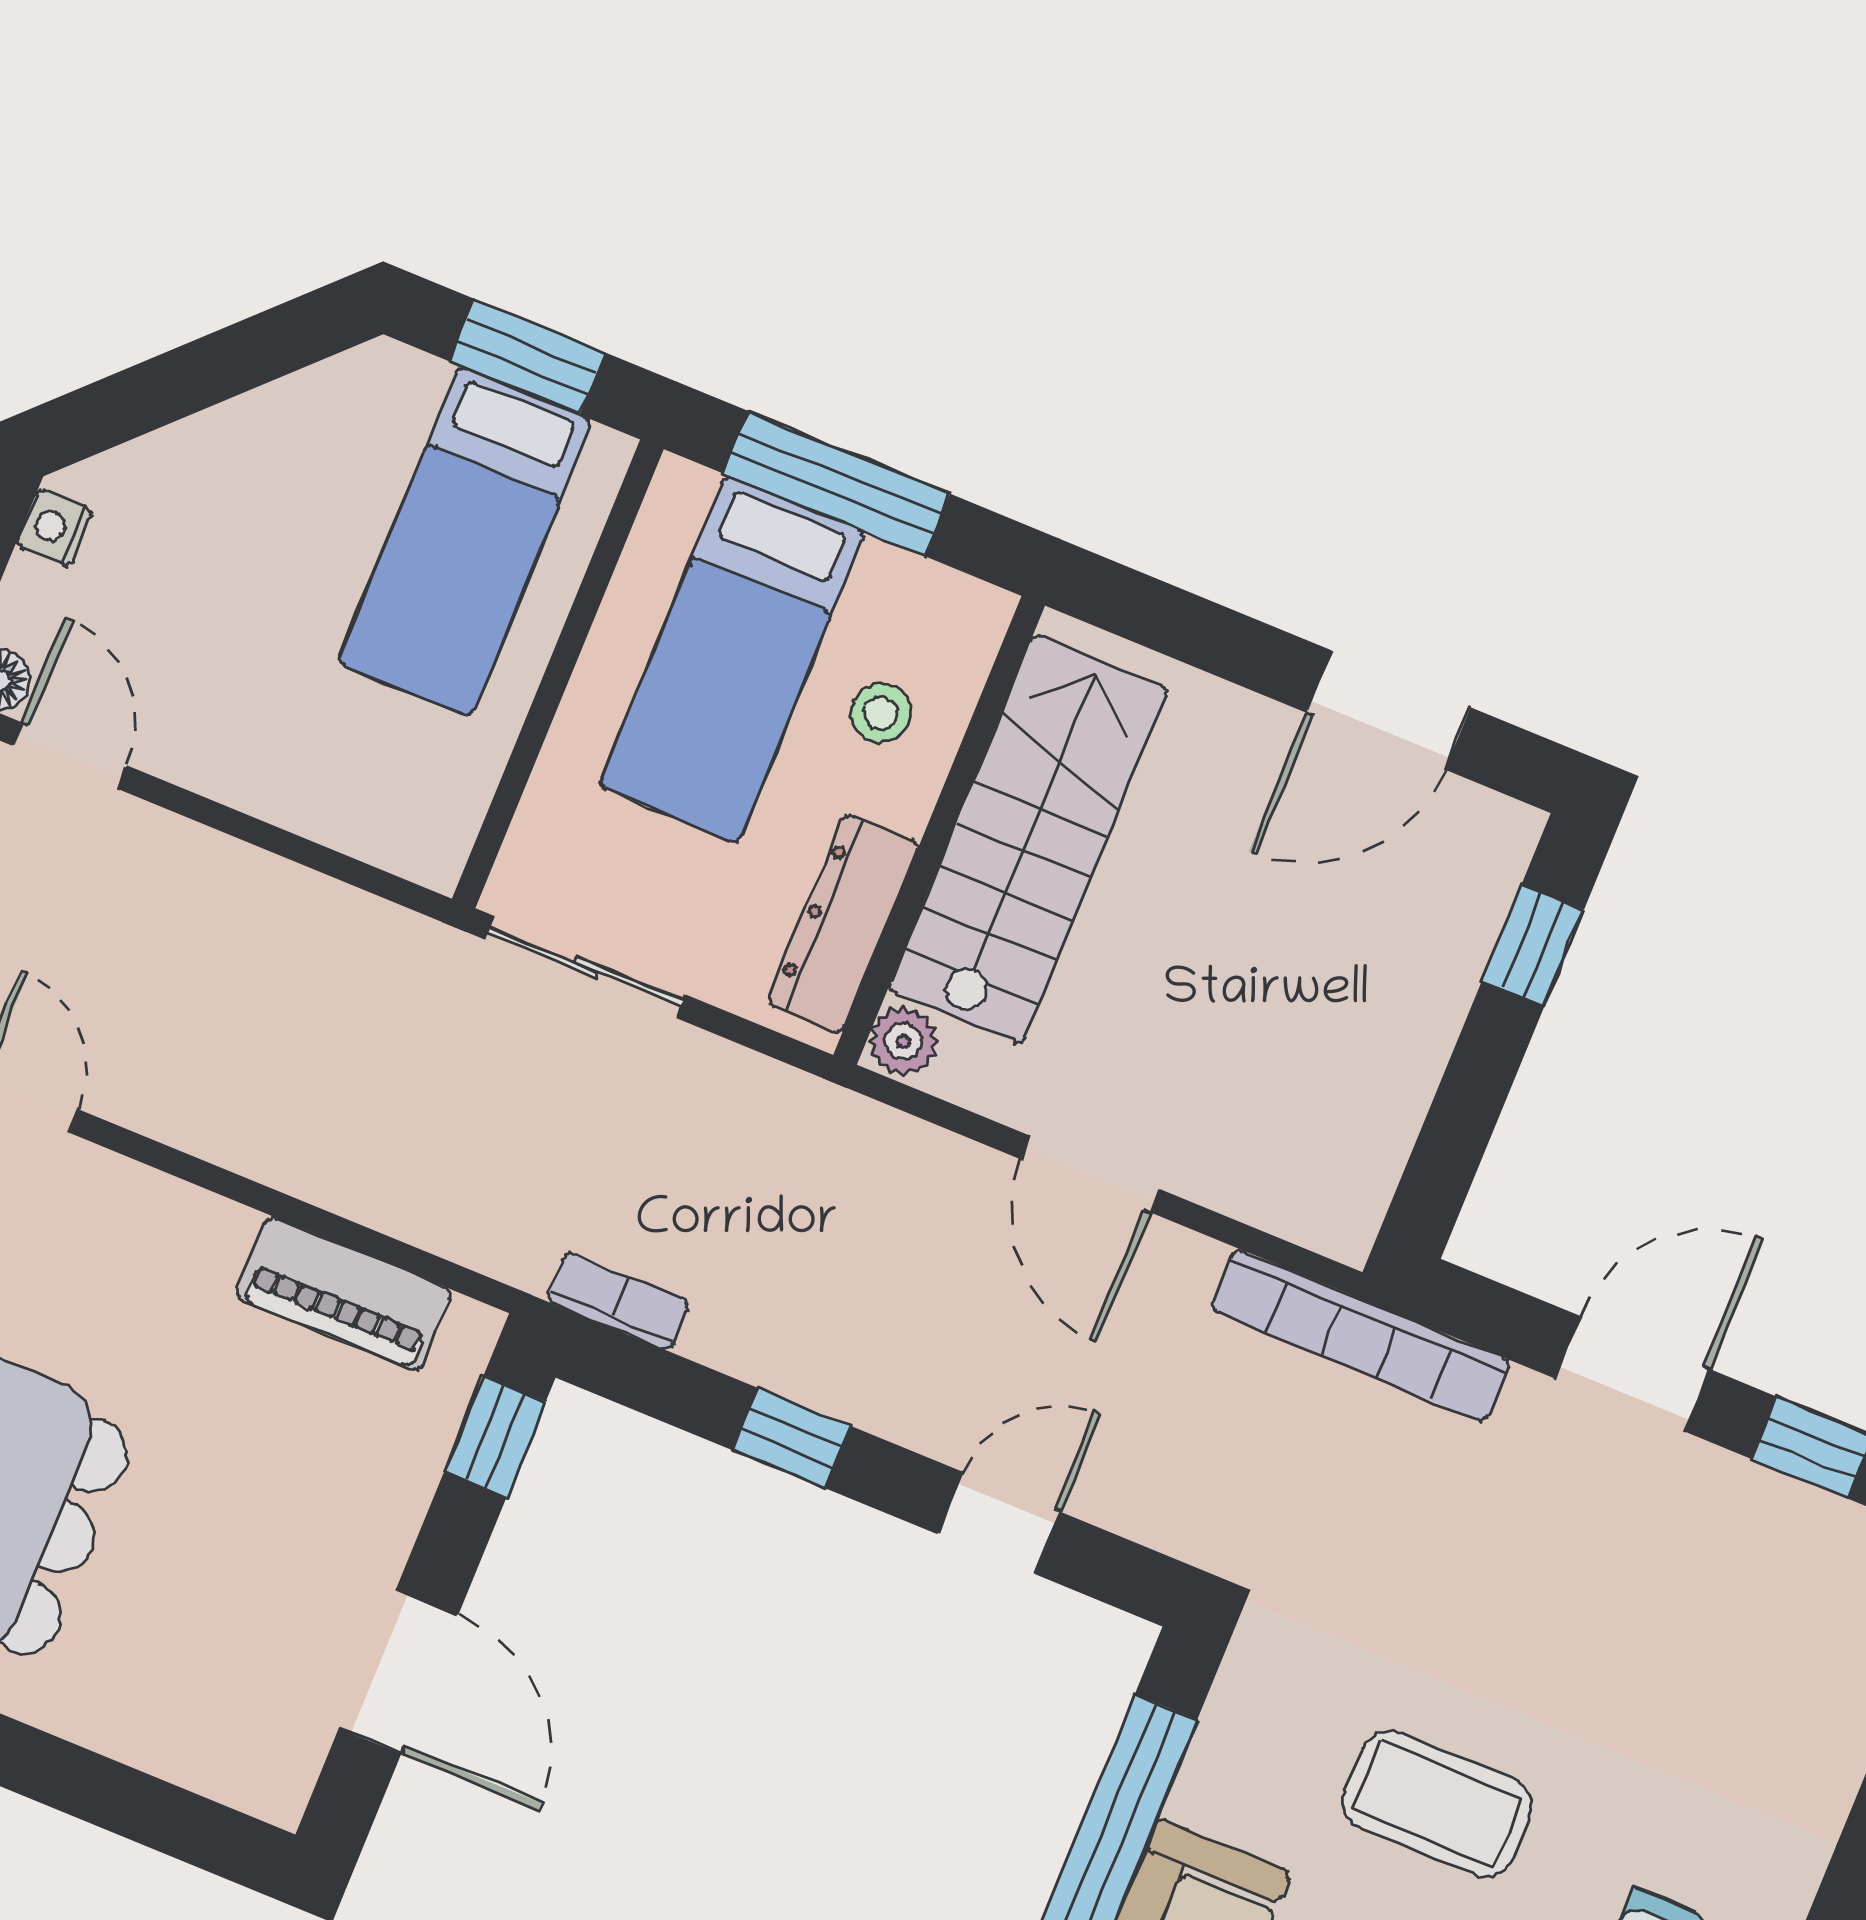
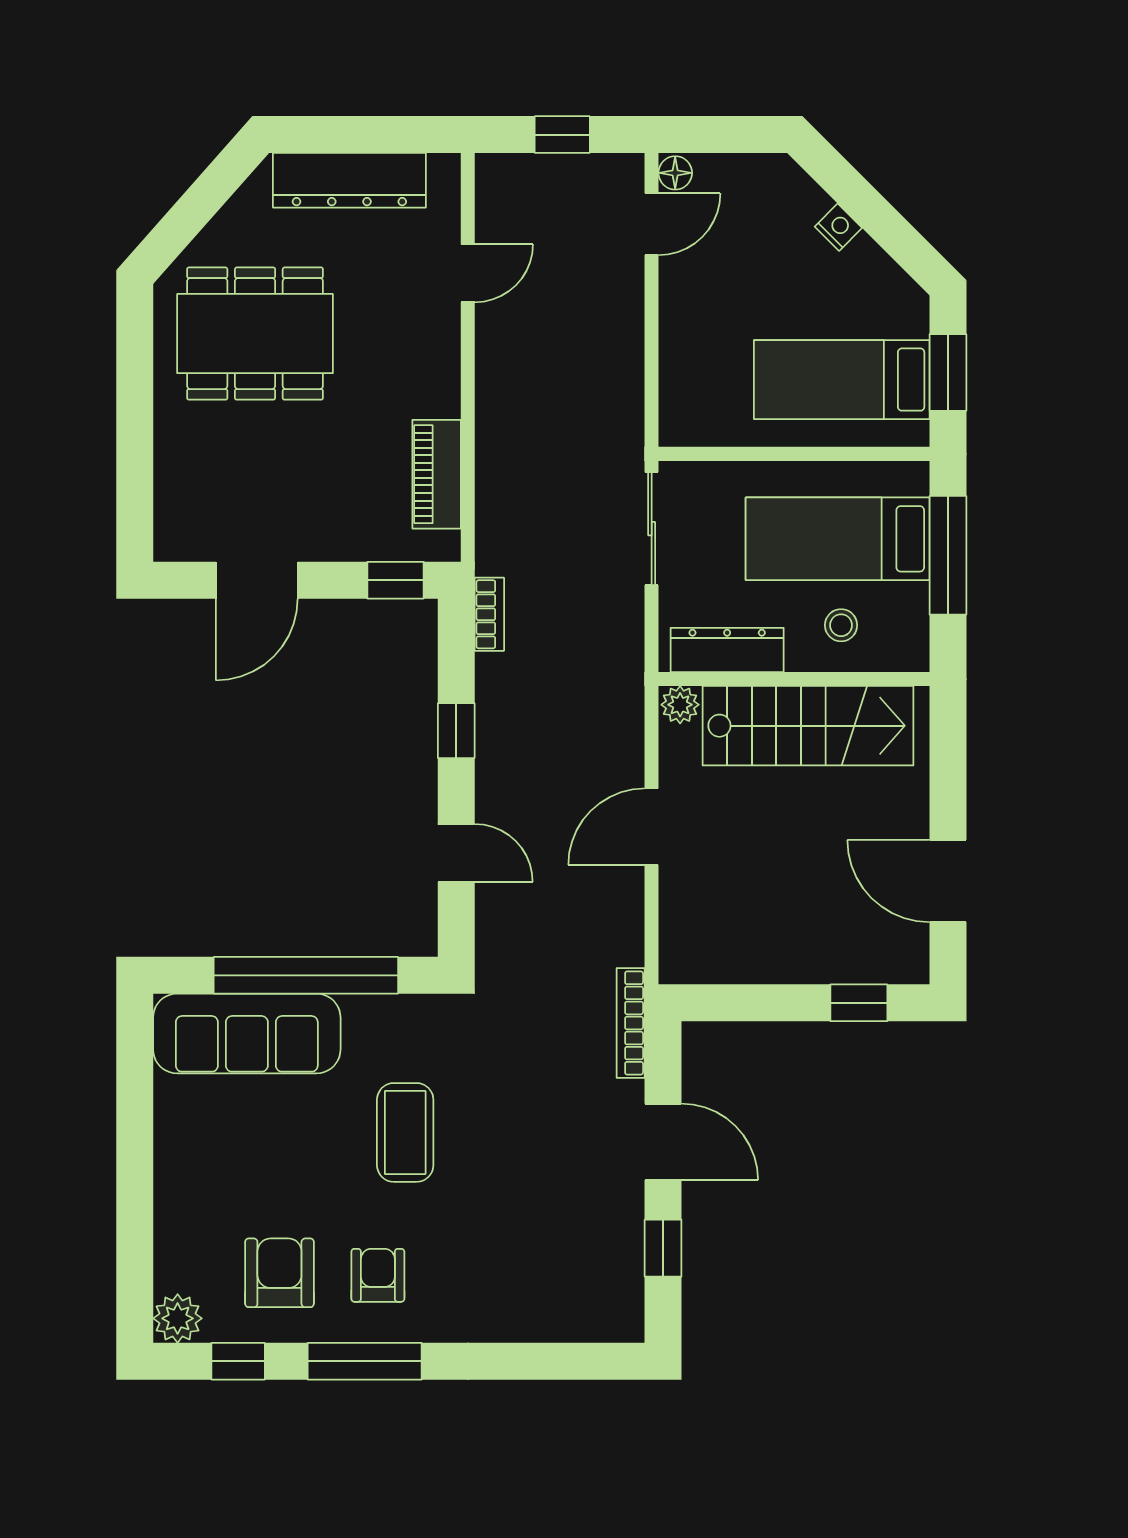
nightstand: (54, 528) -> (838, 227), moved, turned 45
bookcase: (1361, 1335) -> (631, 1023), width x0.68, depth x0.76

